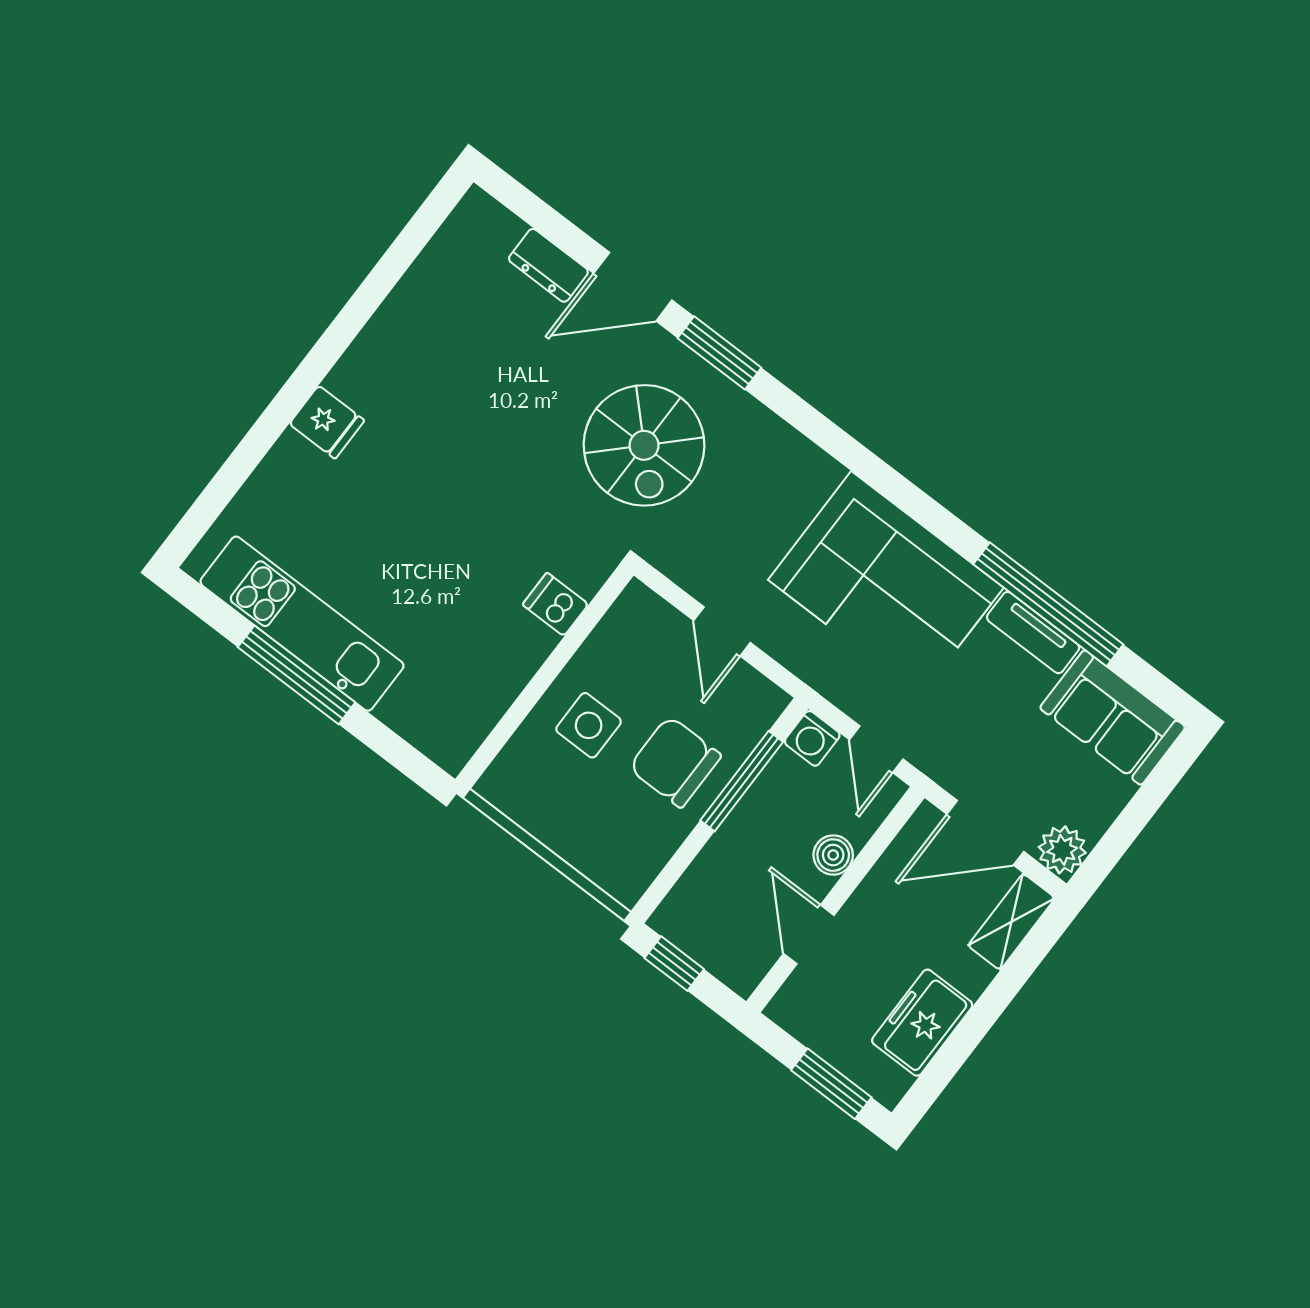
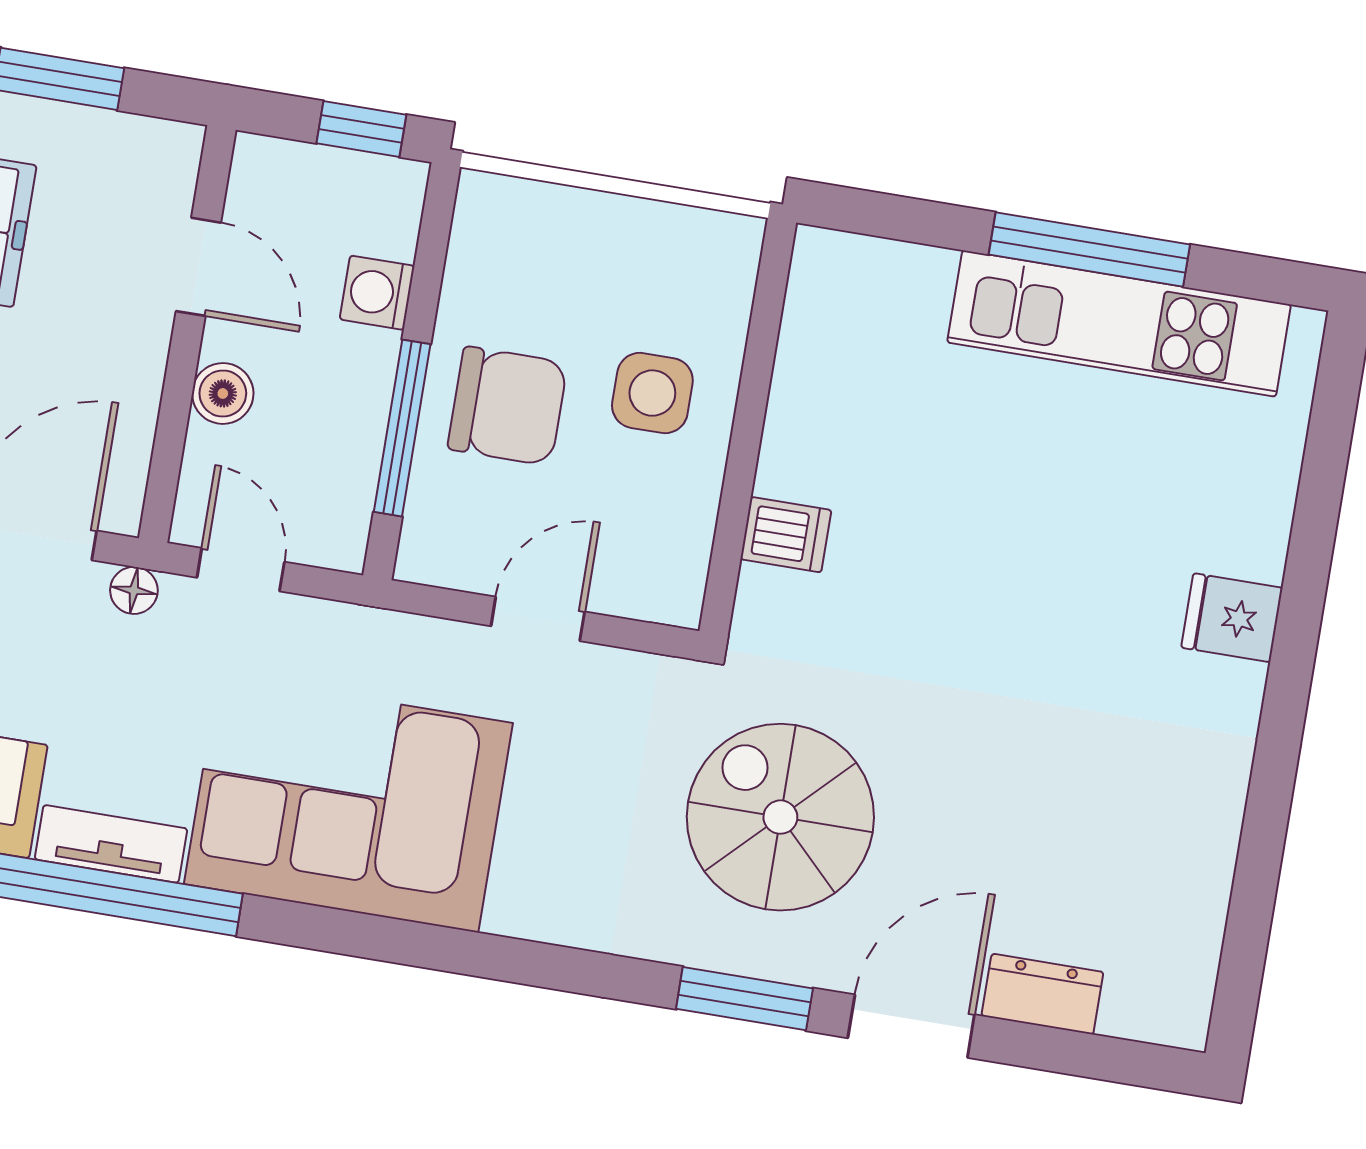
door: (722, 631) -> (538, 619), hinge flipped
washing machine: (812, 738) -> (377, 293), moved, turned -90
floor lamp: (943, 770) -> (134, 590), added

